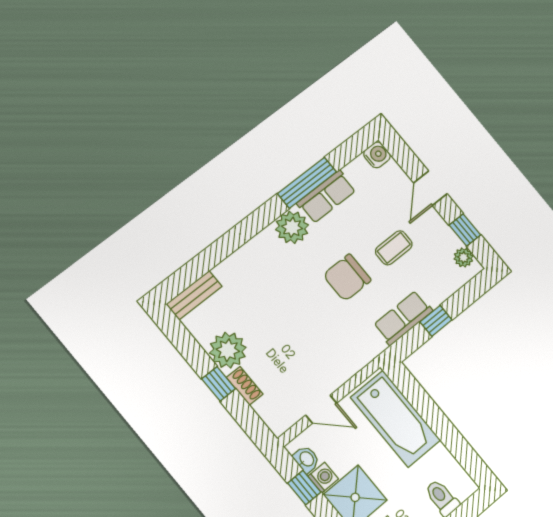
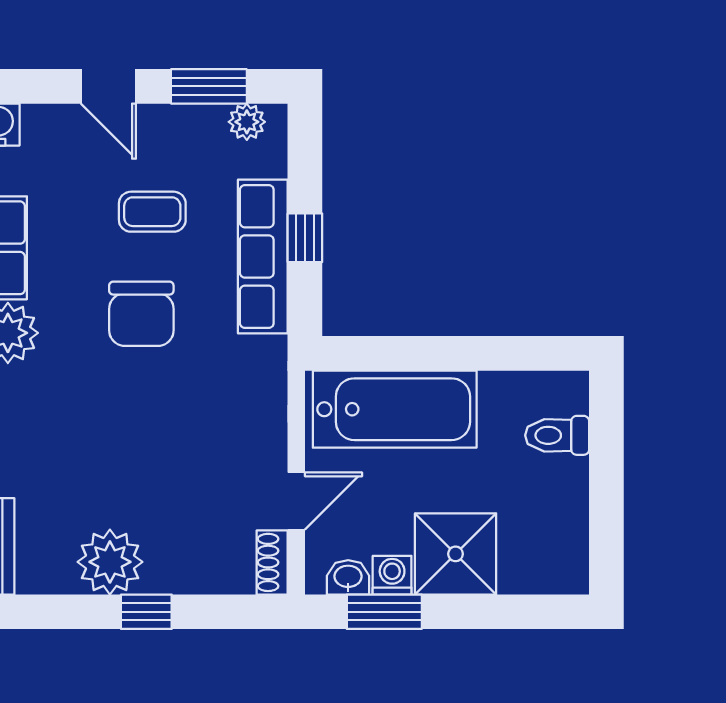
window: (465, 230) -> (209, 86), width x1.50
coffee table: (394, 248) -> (152, 212), turned 90
row of seats: (403, 318) -> (263, 257), width x1.48
shoe rack: (245, 386) -> (272, 562), moved, turned -90
window: (304, 488) -> (384, 612), width x1.50

